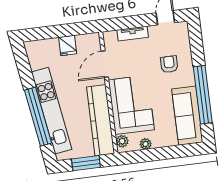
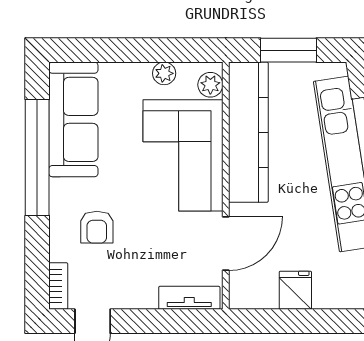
bookcase: (184, 33) -> (58, 286), added
tv unit: (133, 34) -> (189, 298), moved

